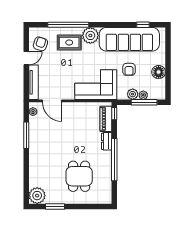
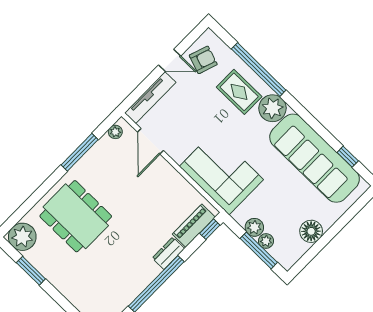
armchair: (129, 69) -> (279, 194), removed
dining table: (79, 176) -> (76, 216), moved, width x1.38

